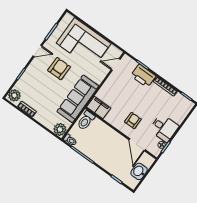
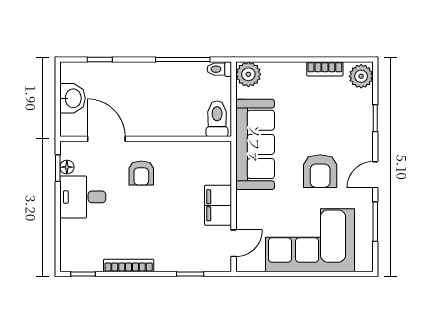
printer: (143, 76) -> (176, 257), removed
filing cabinet: (99, 107) -> (218, 205), moved, turned 90

